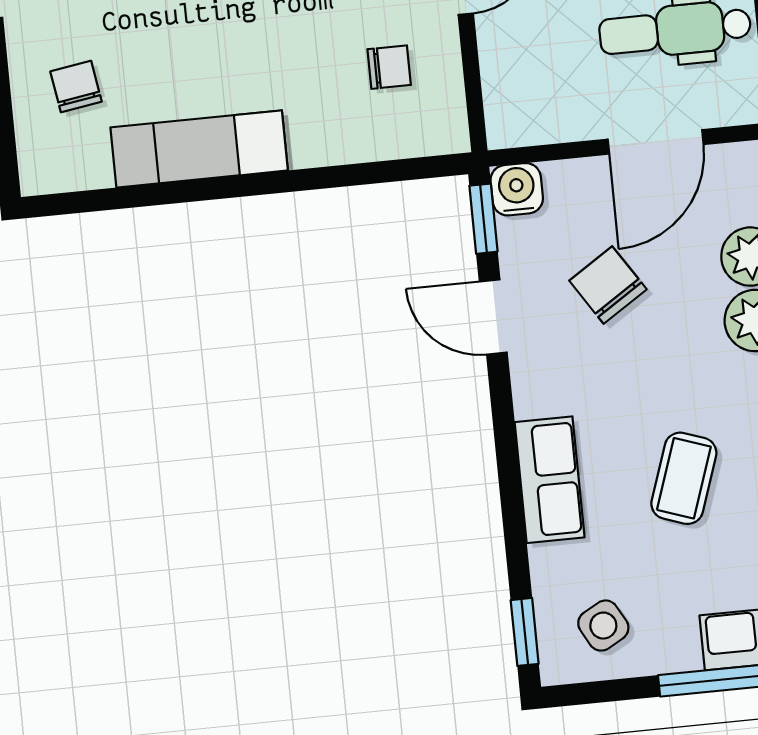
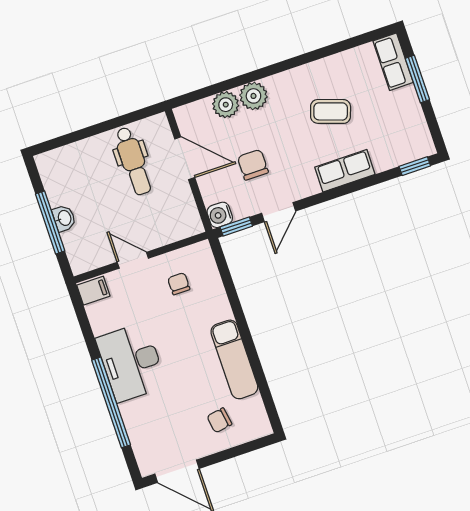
chair: (608, 285) -> (253, 165), turned 123
side table: (603, 626) -> (404, 132), removed

